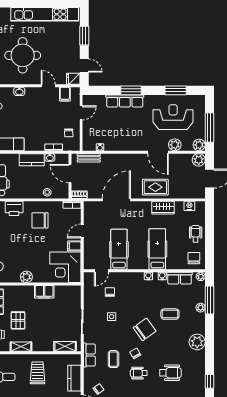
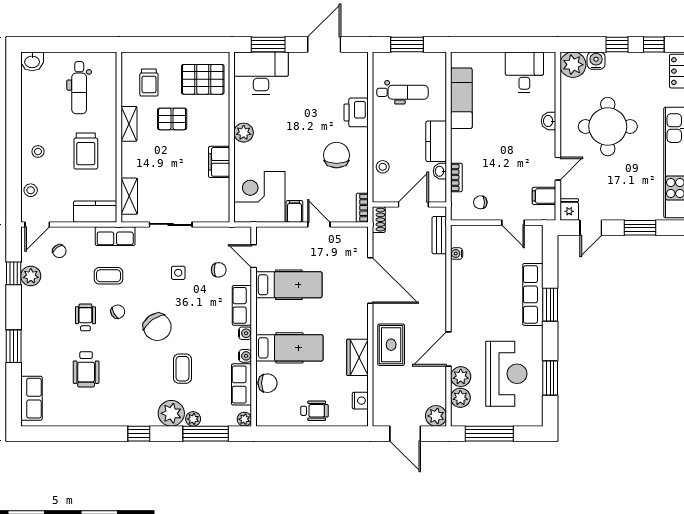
plant: (199, 145) -> (460, 398), moved
chair: (194, 258) -> (267, 383), moved
row of seats: (131, 278) -> (242, 305), added
plant: (197, 342) -> (171, 413), moved
trolley: (38, 373) -> (86, 151), turned 90
kitchen counter: (74, 378) -> (95, 212), moved
window: (209, 381) -> (139, 434), moved

